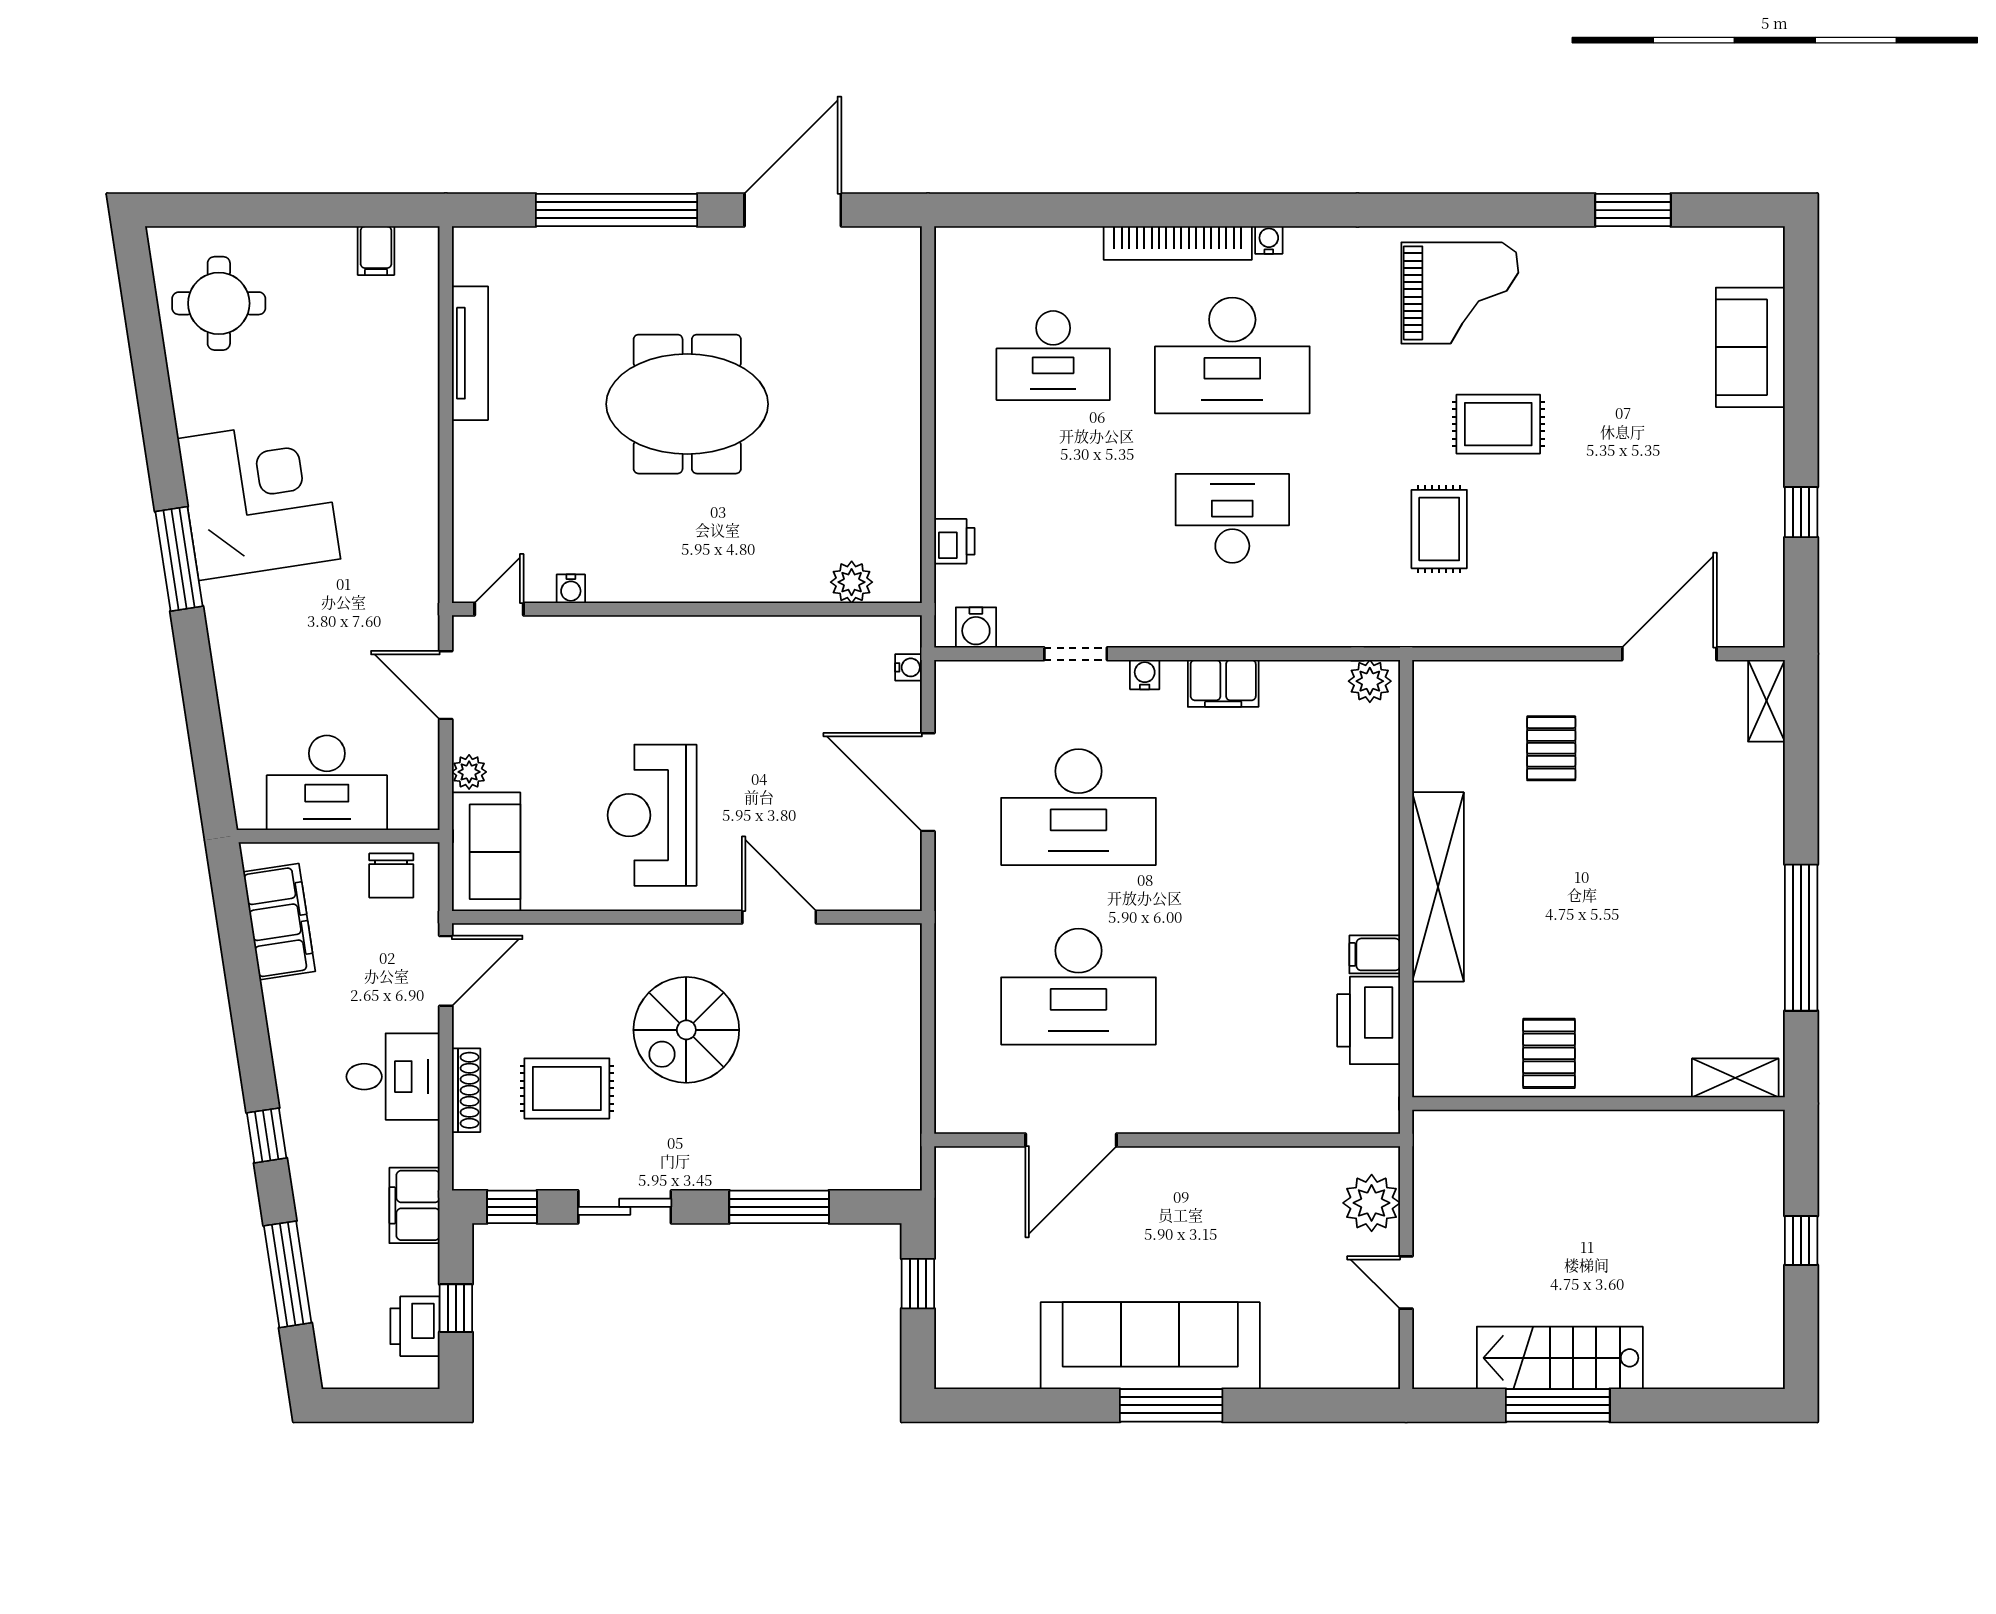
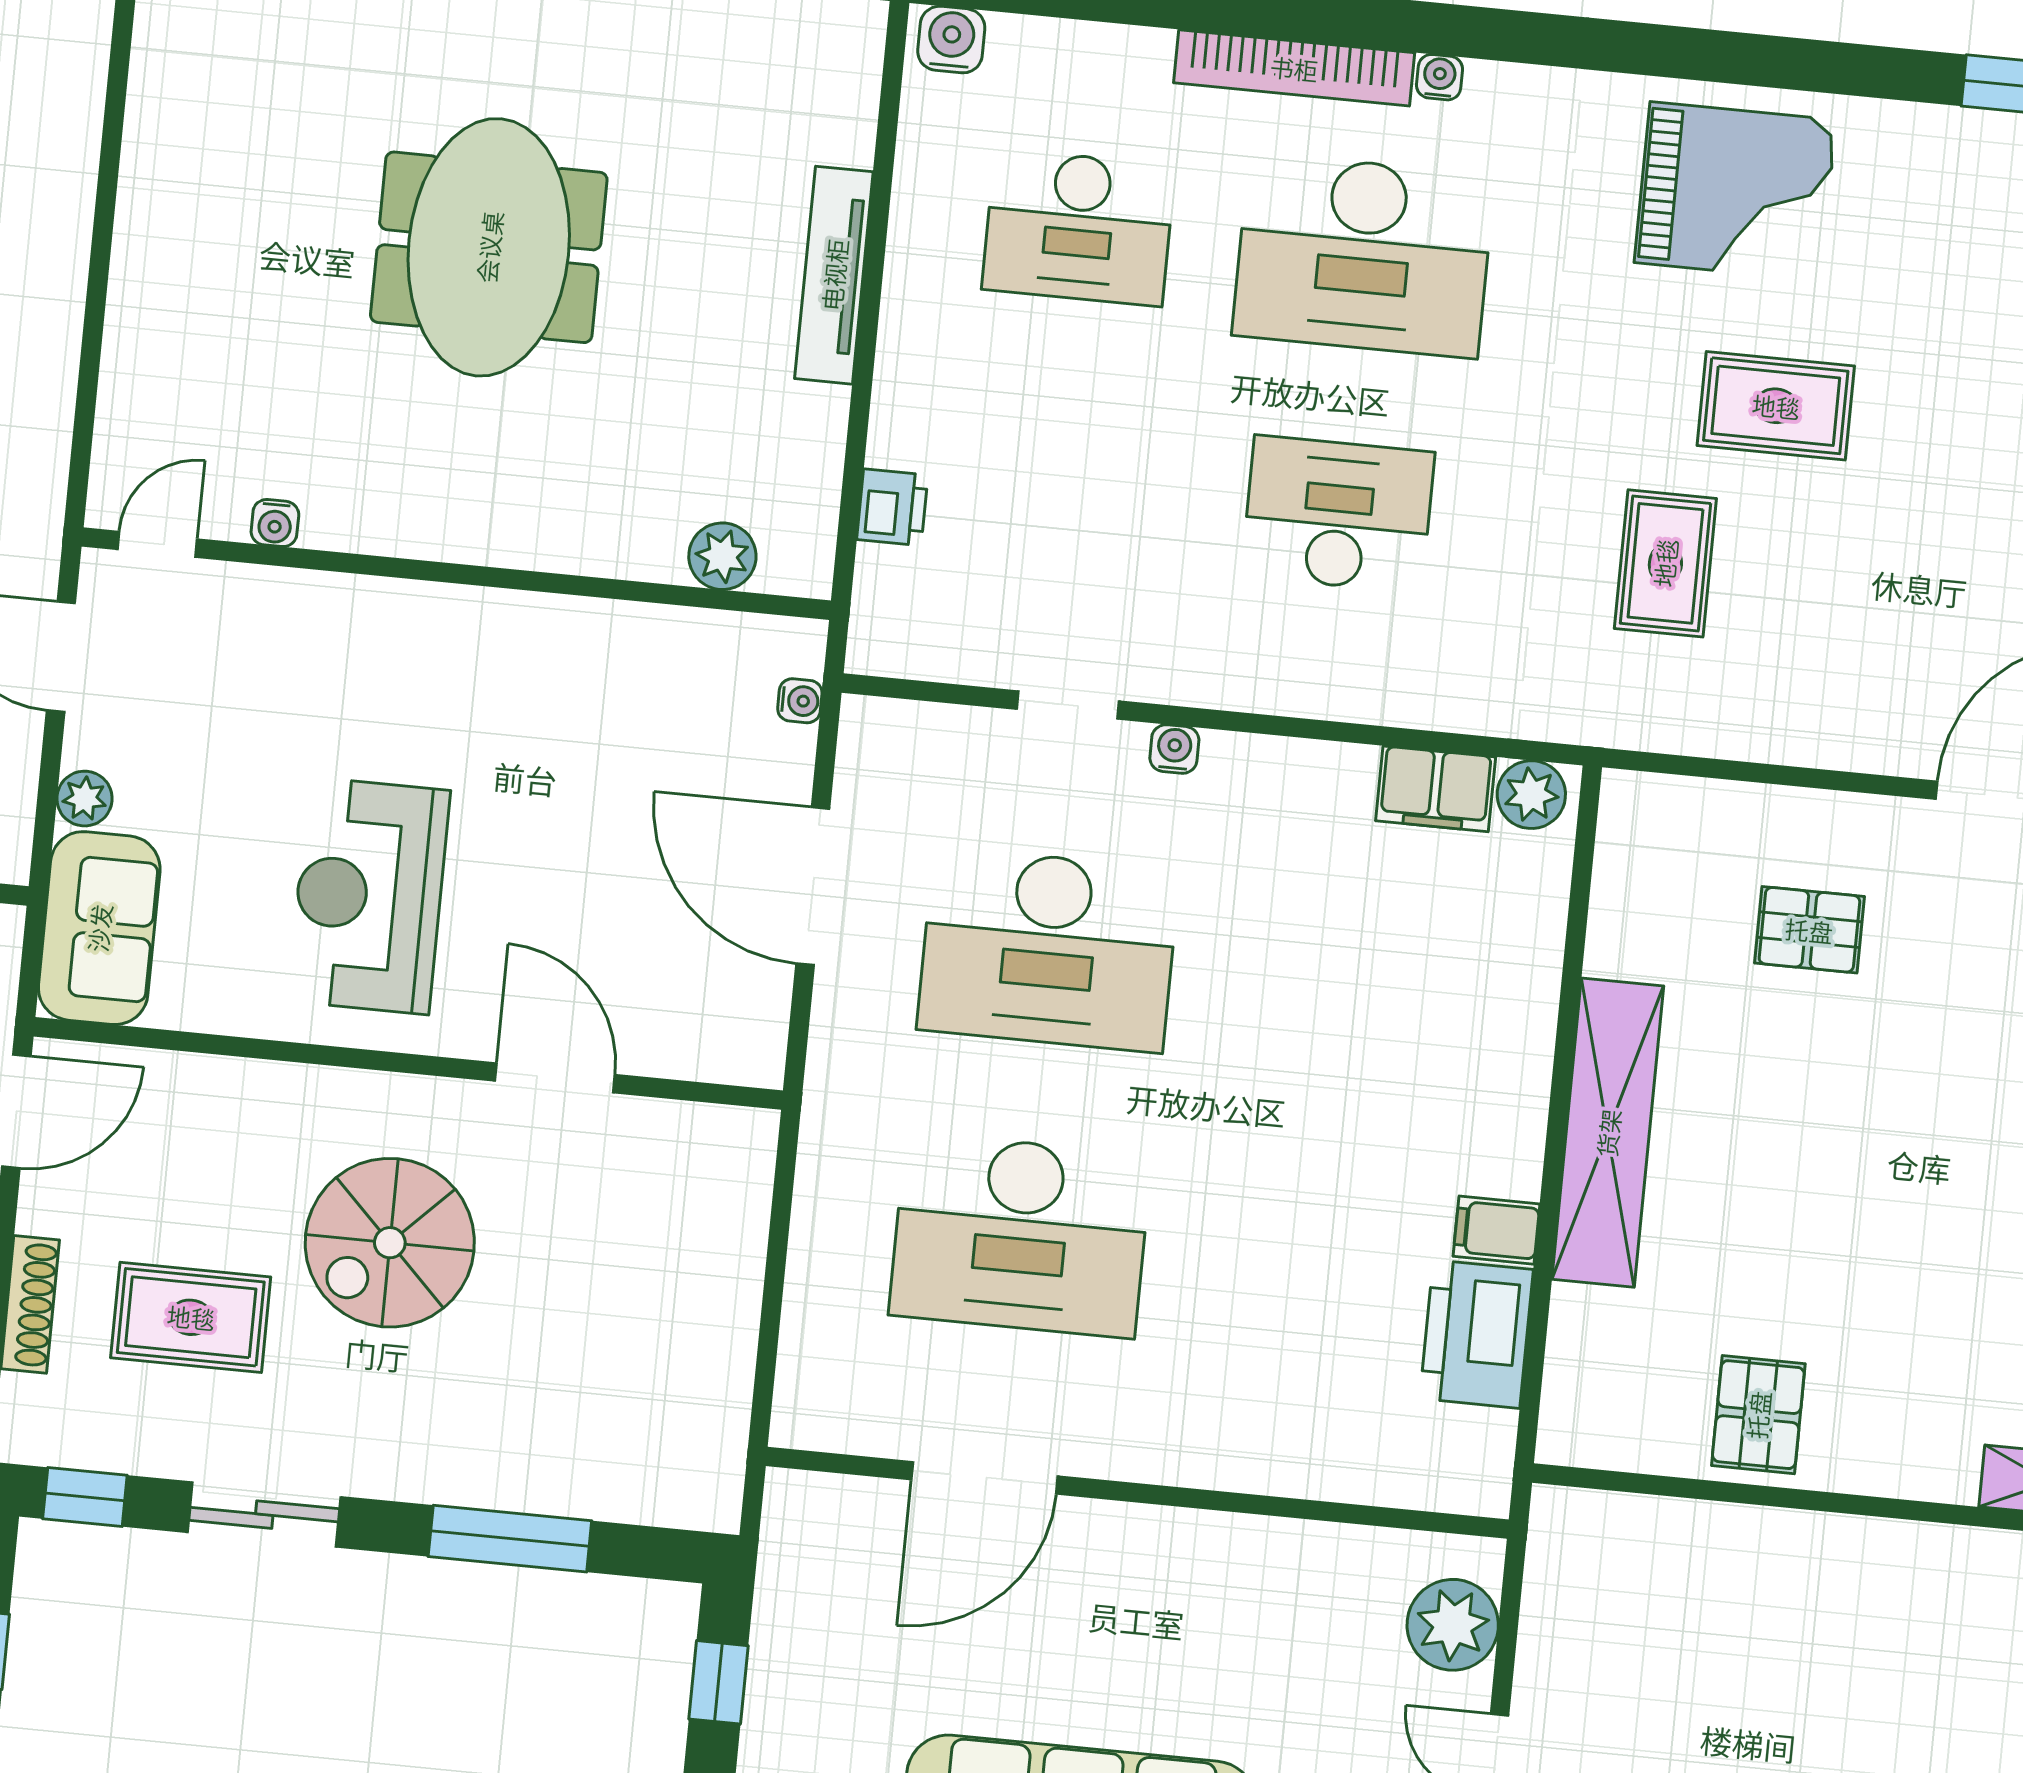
tv unit: (470, 353) -> (834, 275), moved, turned 180
meeting table: (687, 404) -> (489, 247), turned 90
water cooler: (976, 627) -> (951, 40), moved, turned 180
filing cabinet: (1223, 683) -> (1436, 789), moved
pallet: (1551, 748) -> (1809, 930), turned 90

